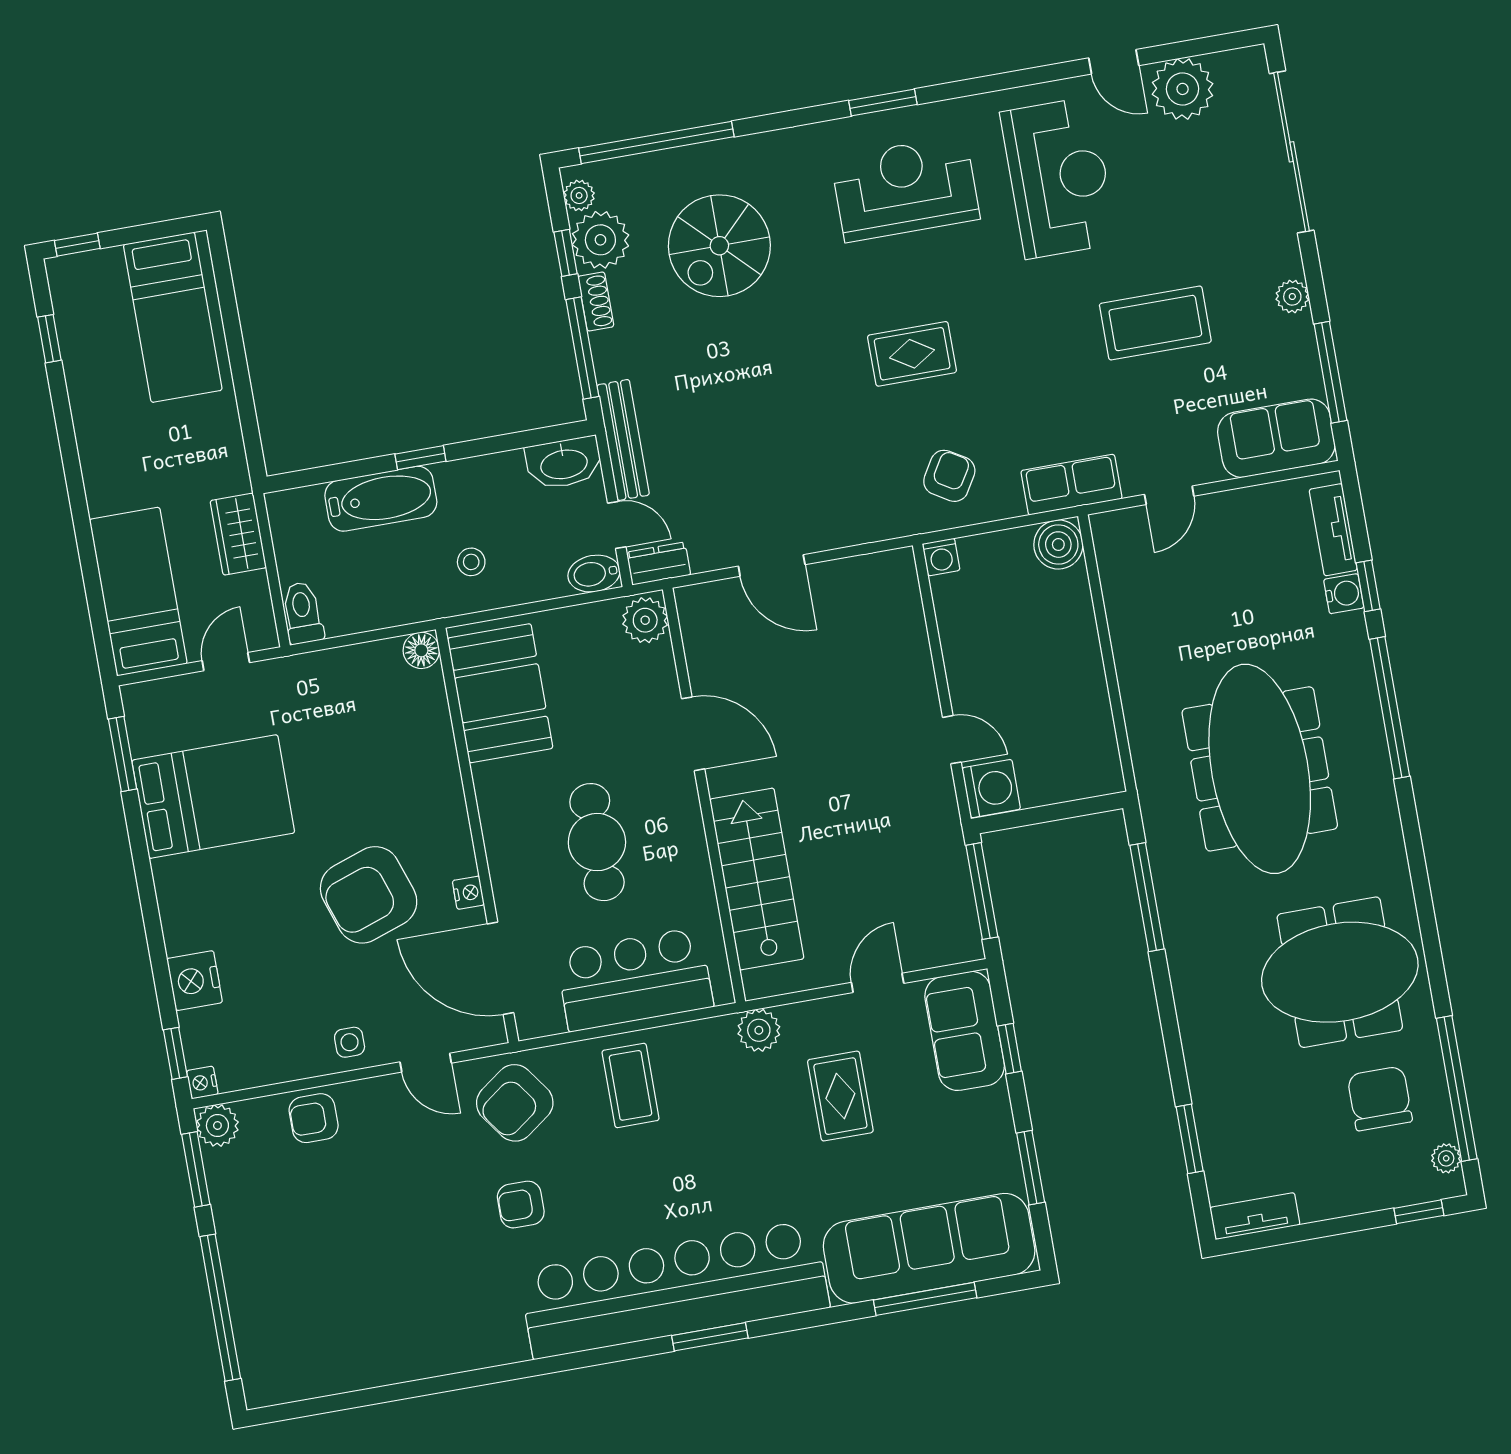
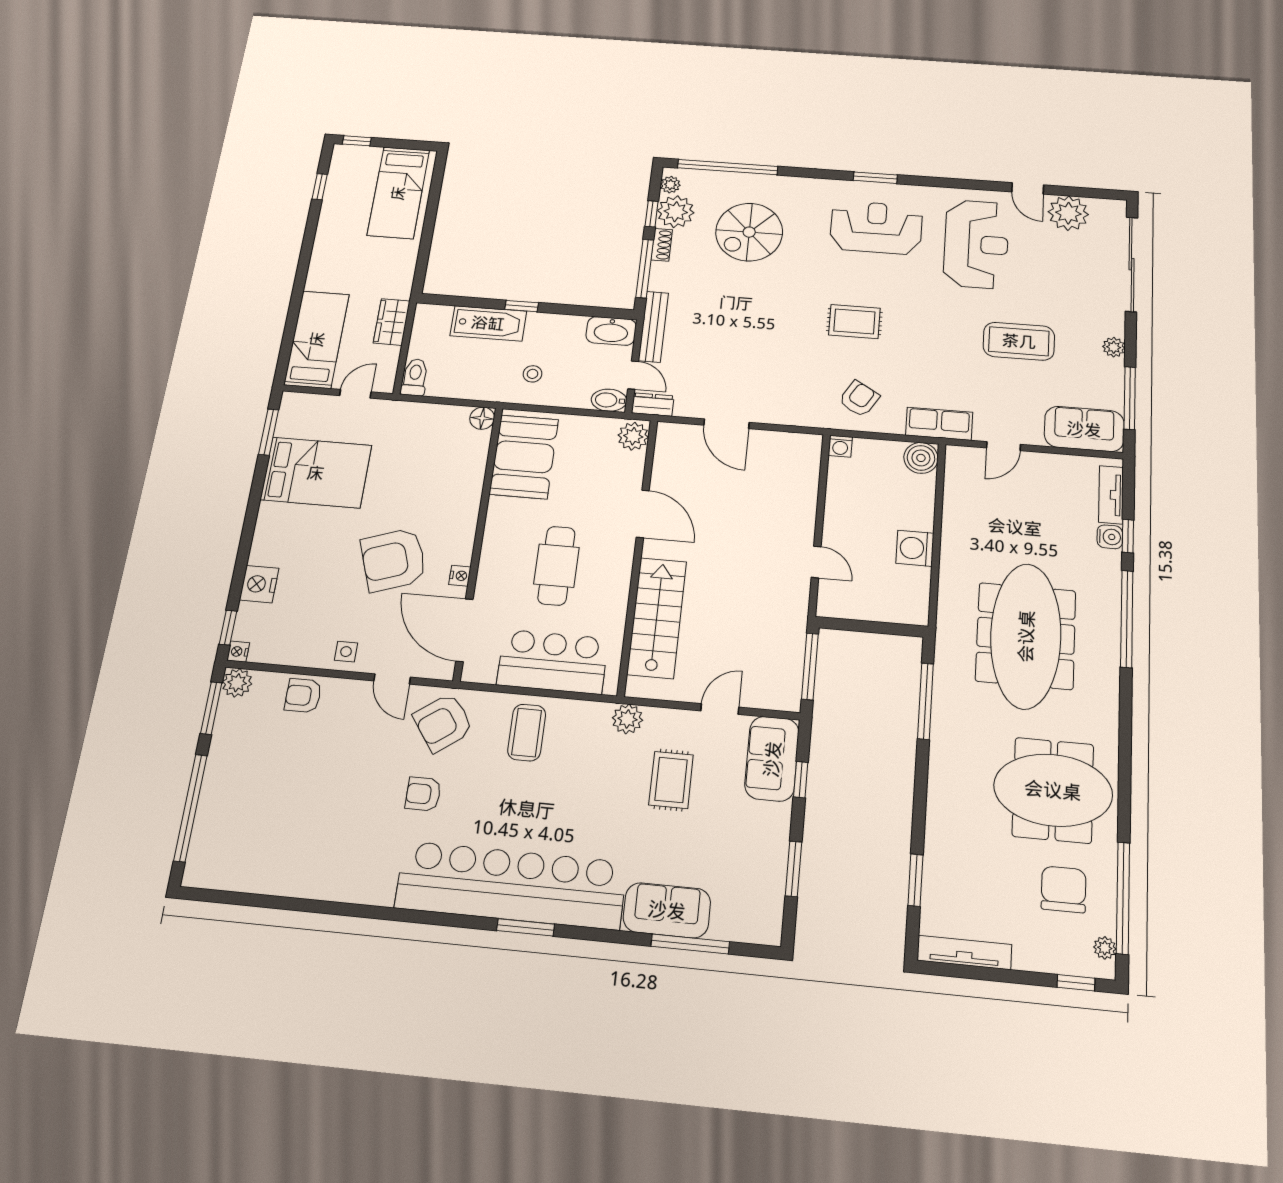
washing machine: (991, 789) -> (915, 548), moved, turned 180
tv unit: (1255, 1216) -> (964, 952), width x1.41
sofa: (929, 1248) -> (667, 910), width x0.54, depth x0.79

